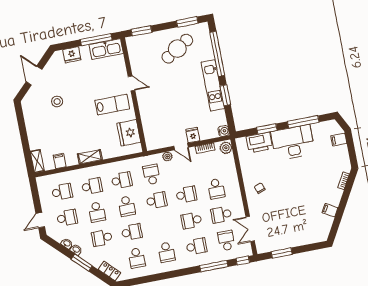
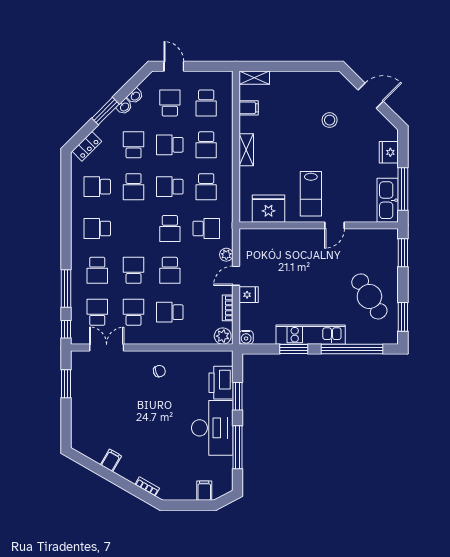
school desk: (67, 218) -> (170, 103), turned 180
school desk: (226, 241) -> (97, 312), turned -90

